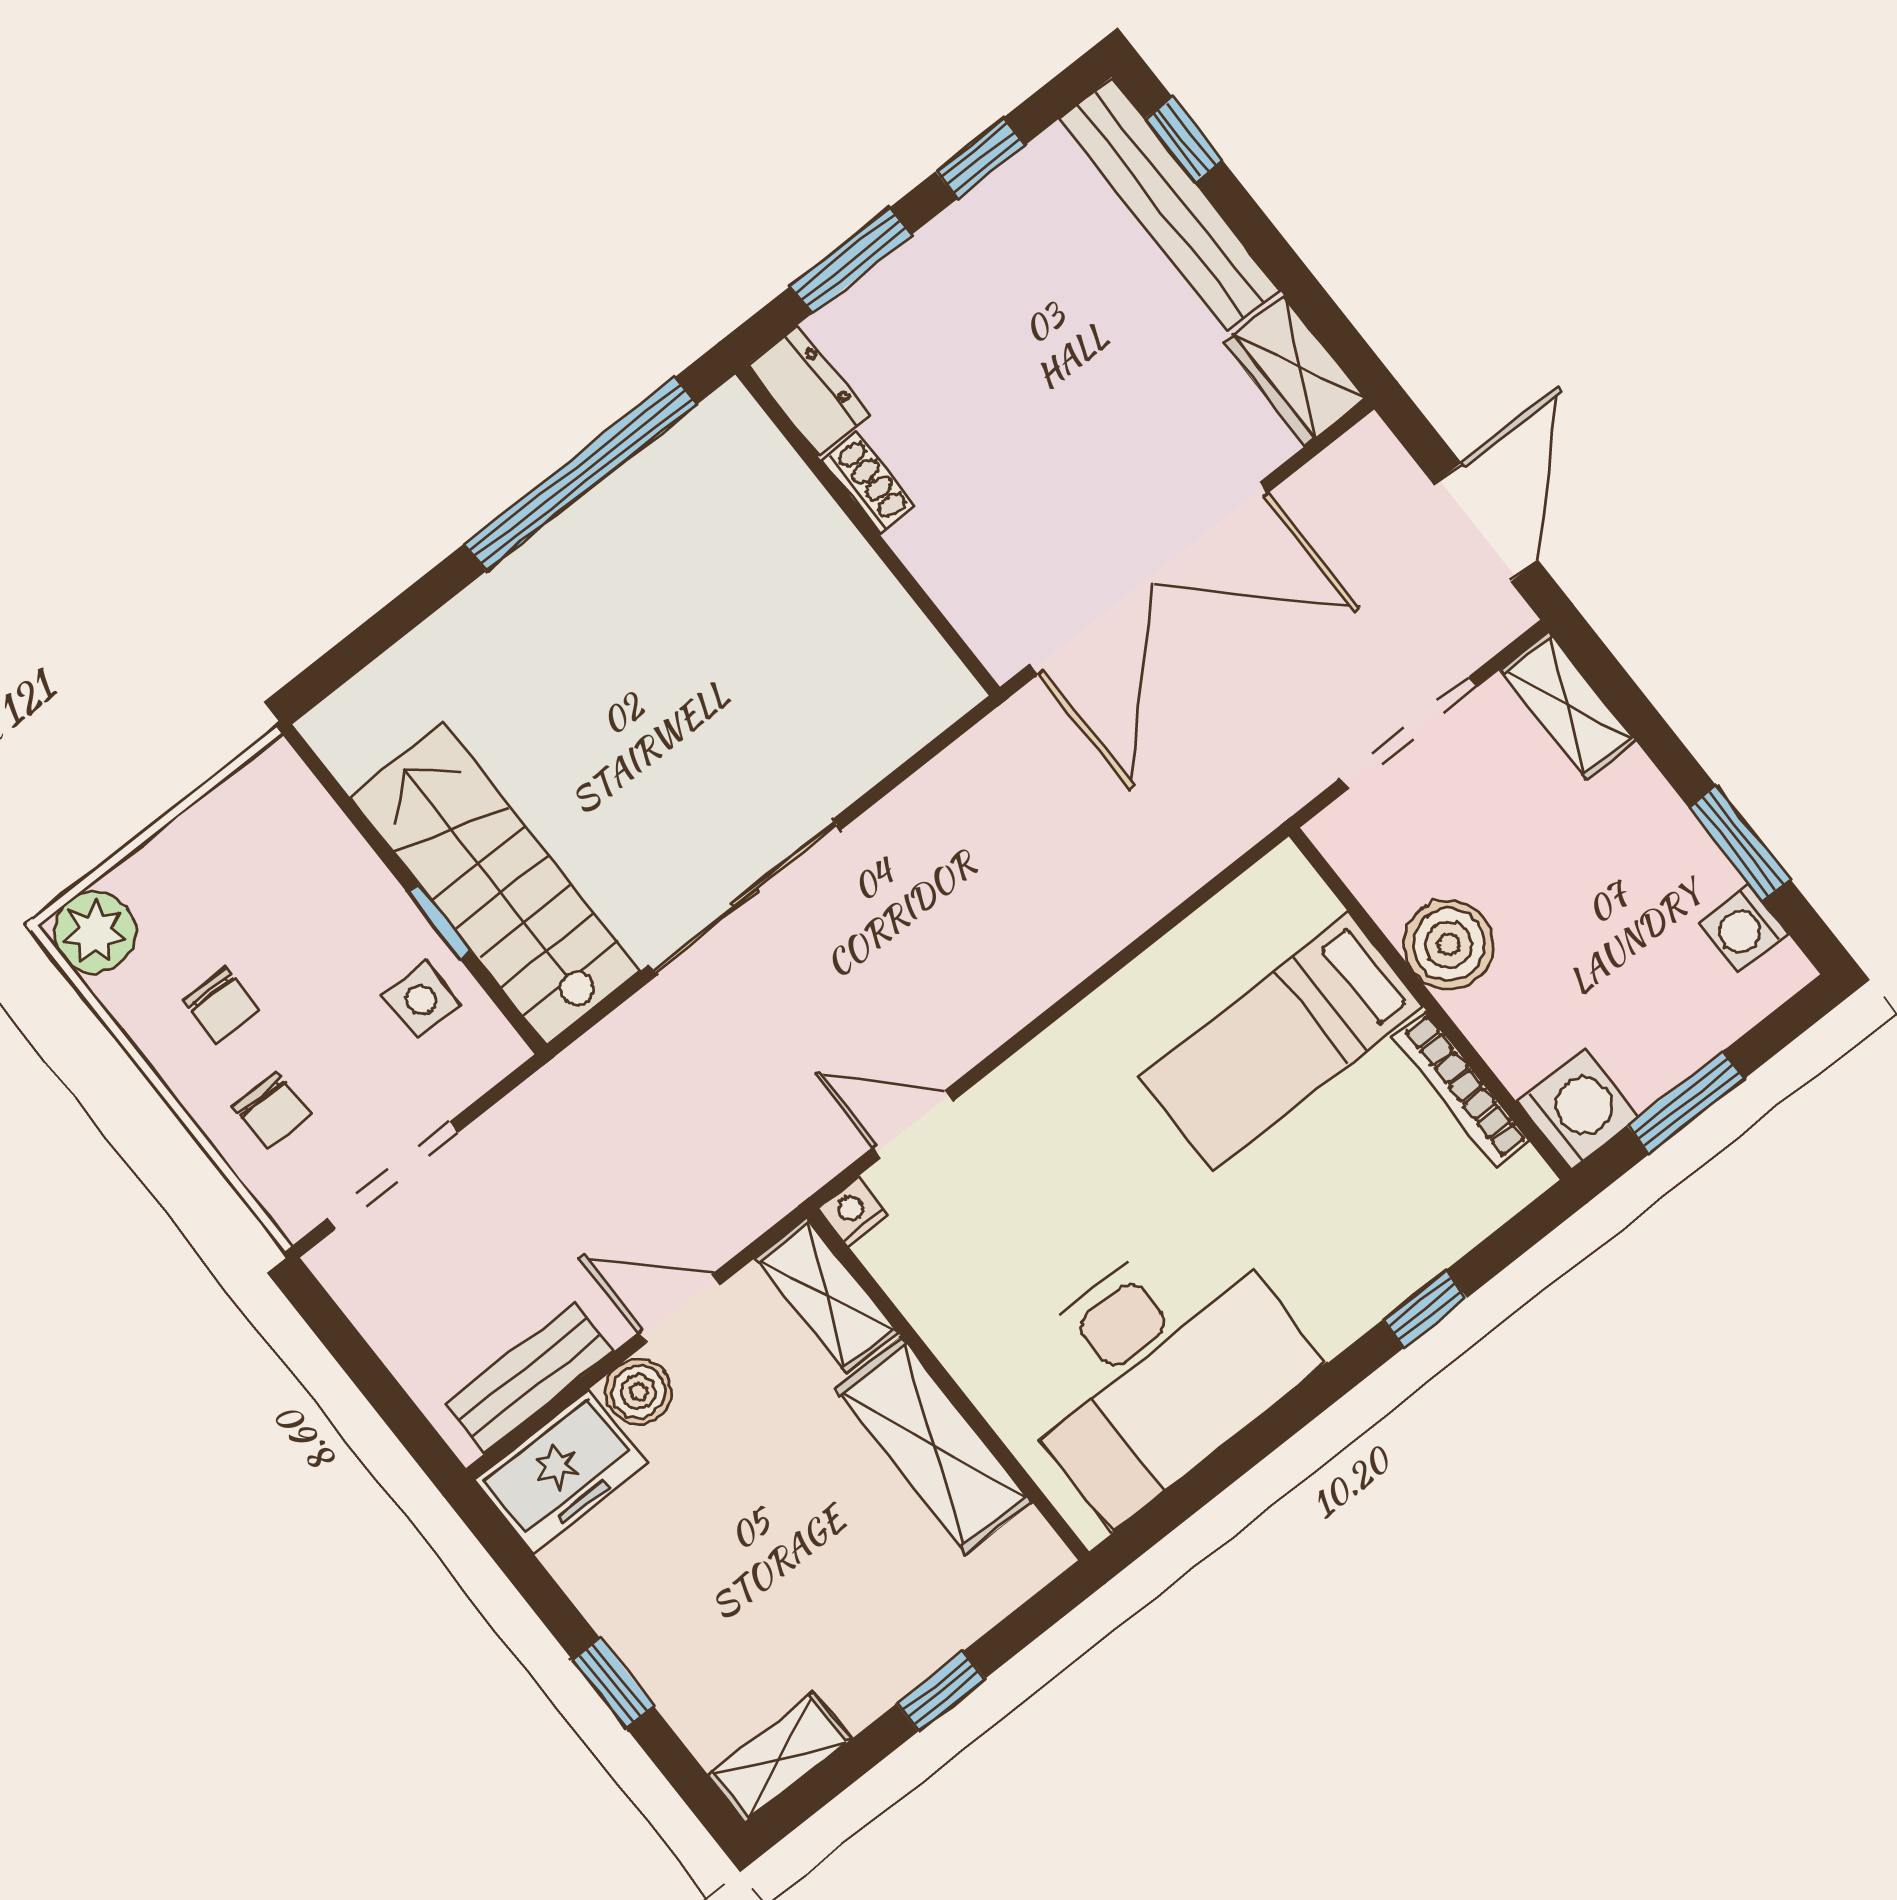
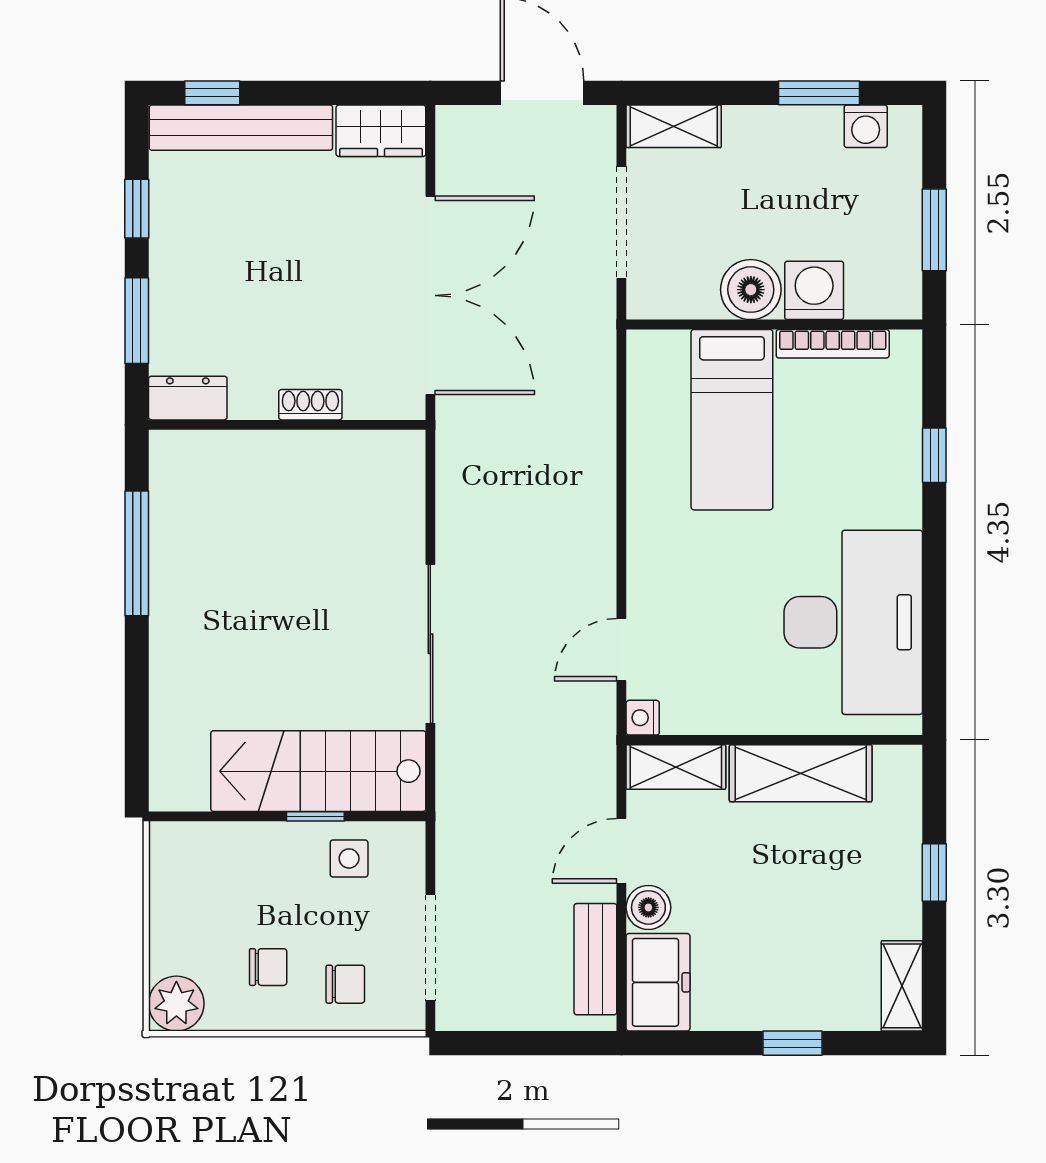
window: (581, 474) -> (137, 553), width x0.68
shoe rack: (868, 483) -> (310, 405), moved
washing machine: (1578, 1110) -> (814, 290), moved

